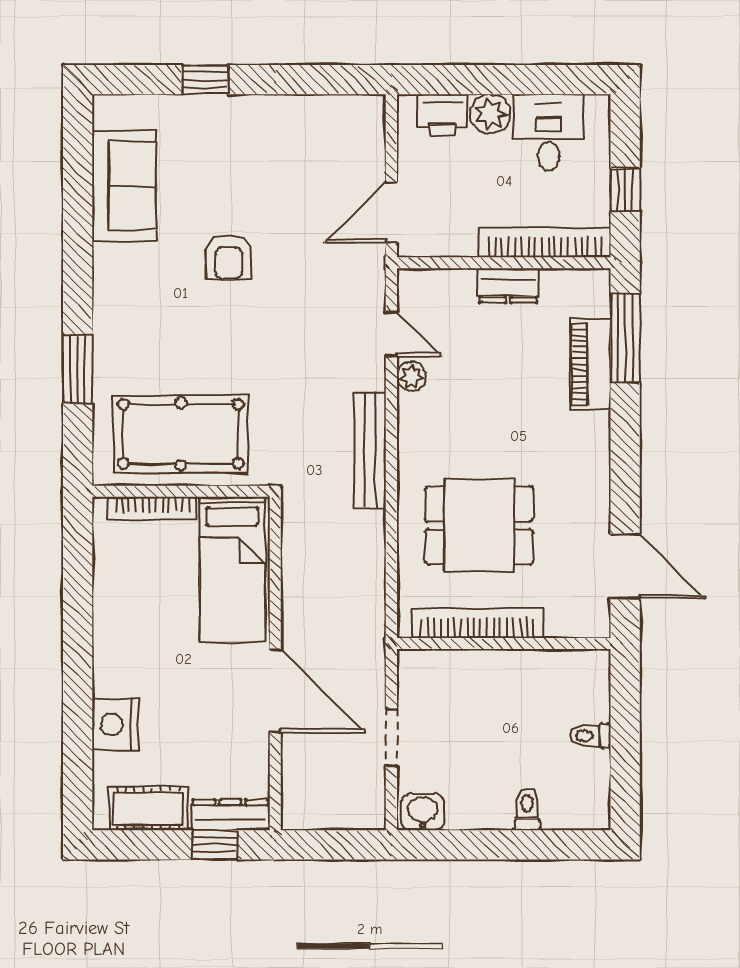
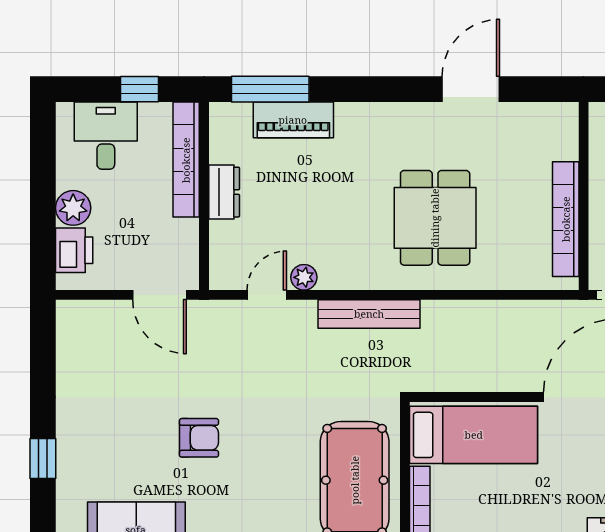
desk: (549, 133) -> (106, 136), moved, turned 90
bookcase: (478, 623) -> (566, 219), moved
wall: (504, 644) -> (584, 196), moved

